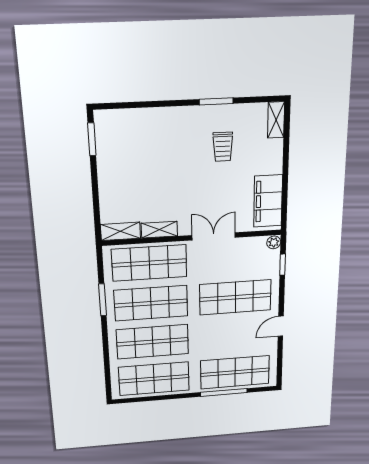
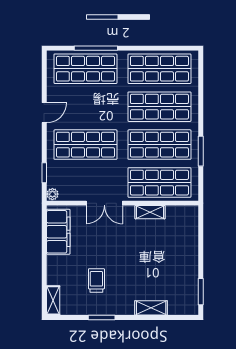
shelving: (120, 231) -> (151, 308), moved

